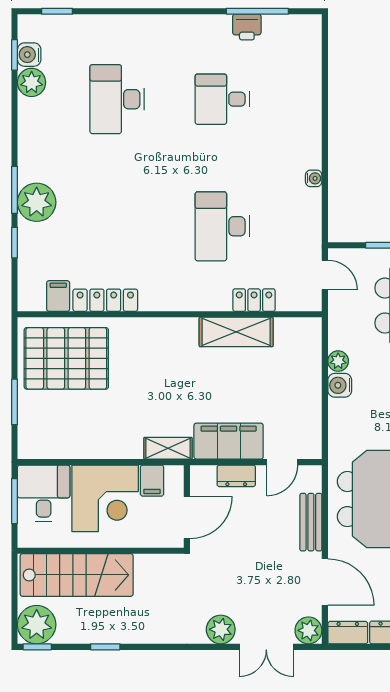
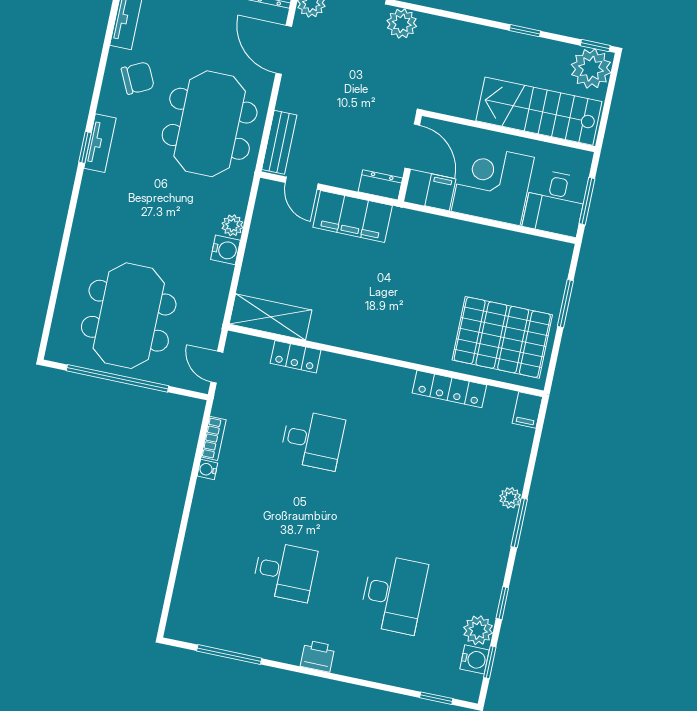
printer: (247, 27) -> (318, 656), moved
plant: (37, 202) -> (510, 498), width x0.53, depth x0.53
bookcase: (314, 208) -> (214, 438), added
desk: (222, 226) -> (312, 440), width x0.73
window: (14, 243) -> (502, 603), moved
filing cabinet: (58, 296) -> (527, 410), moved
shelving: (236, 332) -> (270, 317), moved
plant: (338, 361) -> (232, 225), moved
shelving: (168, 448) -> (417, 222), removed
door: (282, 462) -> (302, 183), swing flipped
dresser: (236, 476) -> (380, 185), moved
door: (187, 518) -> (412, 147), swing flipped
bench: (311, 522) -> (279, 142), moved

